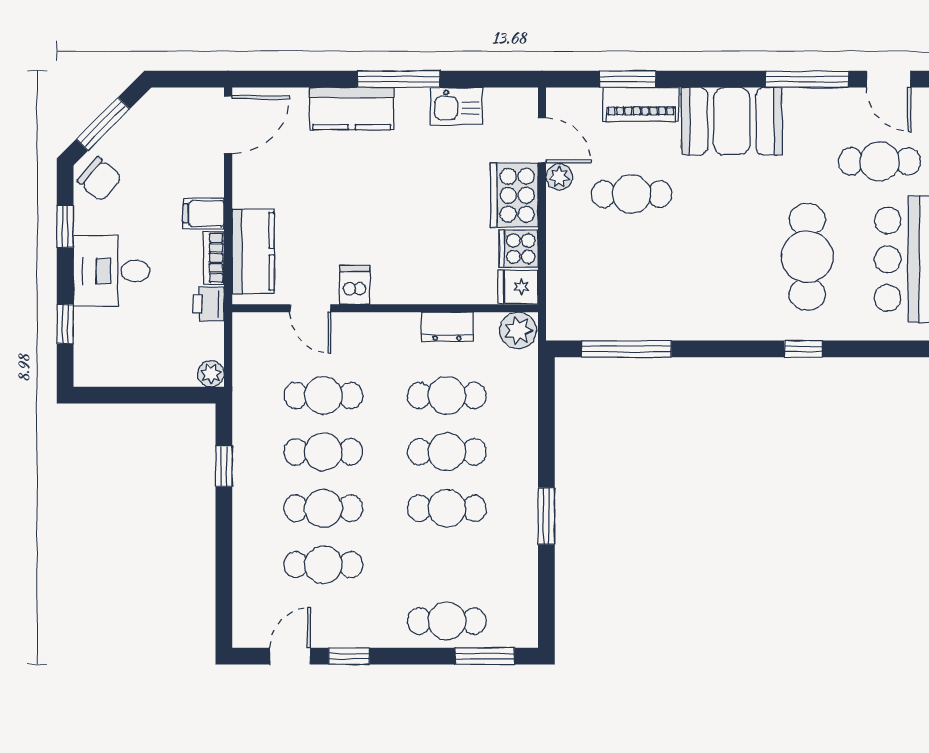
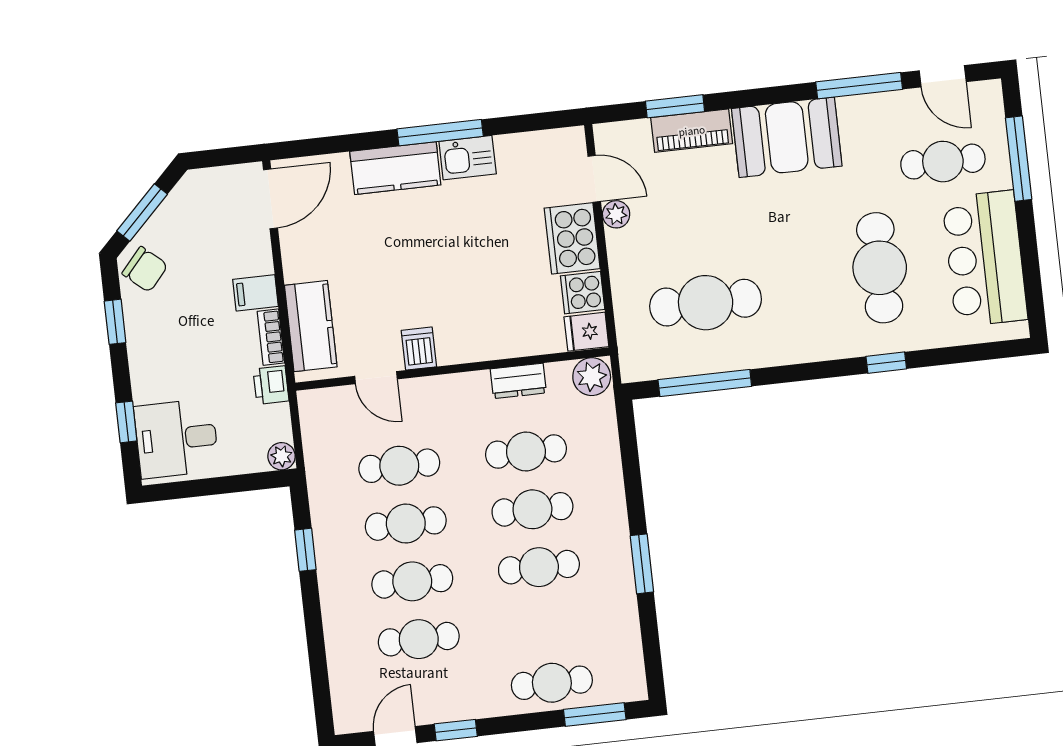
kitchen sink: (457, 106) -> (468, 158), moved
cafe table: (632, 194) -> (706, 303), moved, width x1.37, depth x1.35
desk: (112, 271) -> (176, 439), moved

